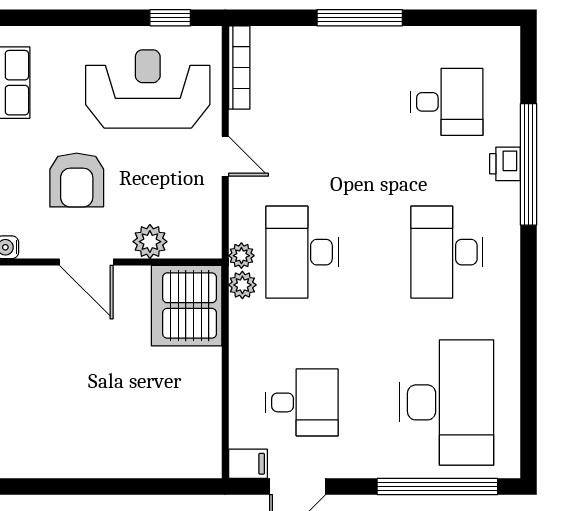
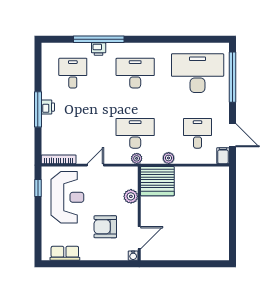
printer: (365, 42) -> (48, 107), added
reception desk: (148, 89) -> (67, 197), turned 180
armchair: (77, 180) -> (105, 227), turned 180
desk: (302, 252) -> (135, 133), turned 180
desk: (447, 252) -> (135, 73), turned 180
door: (86, 262) -> (139, 238), moved
plant: (242, 285) -> (169, 158), moved

